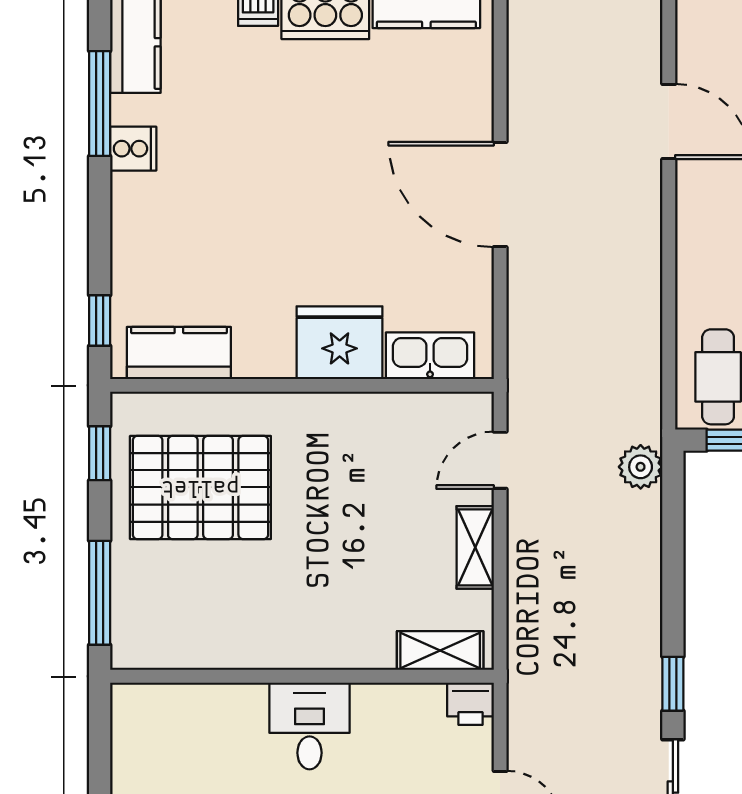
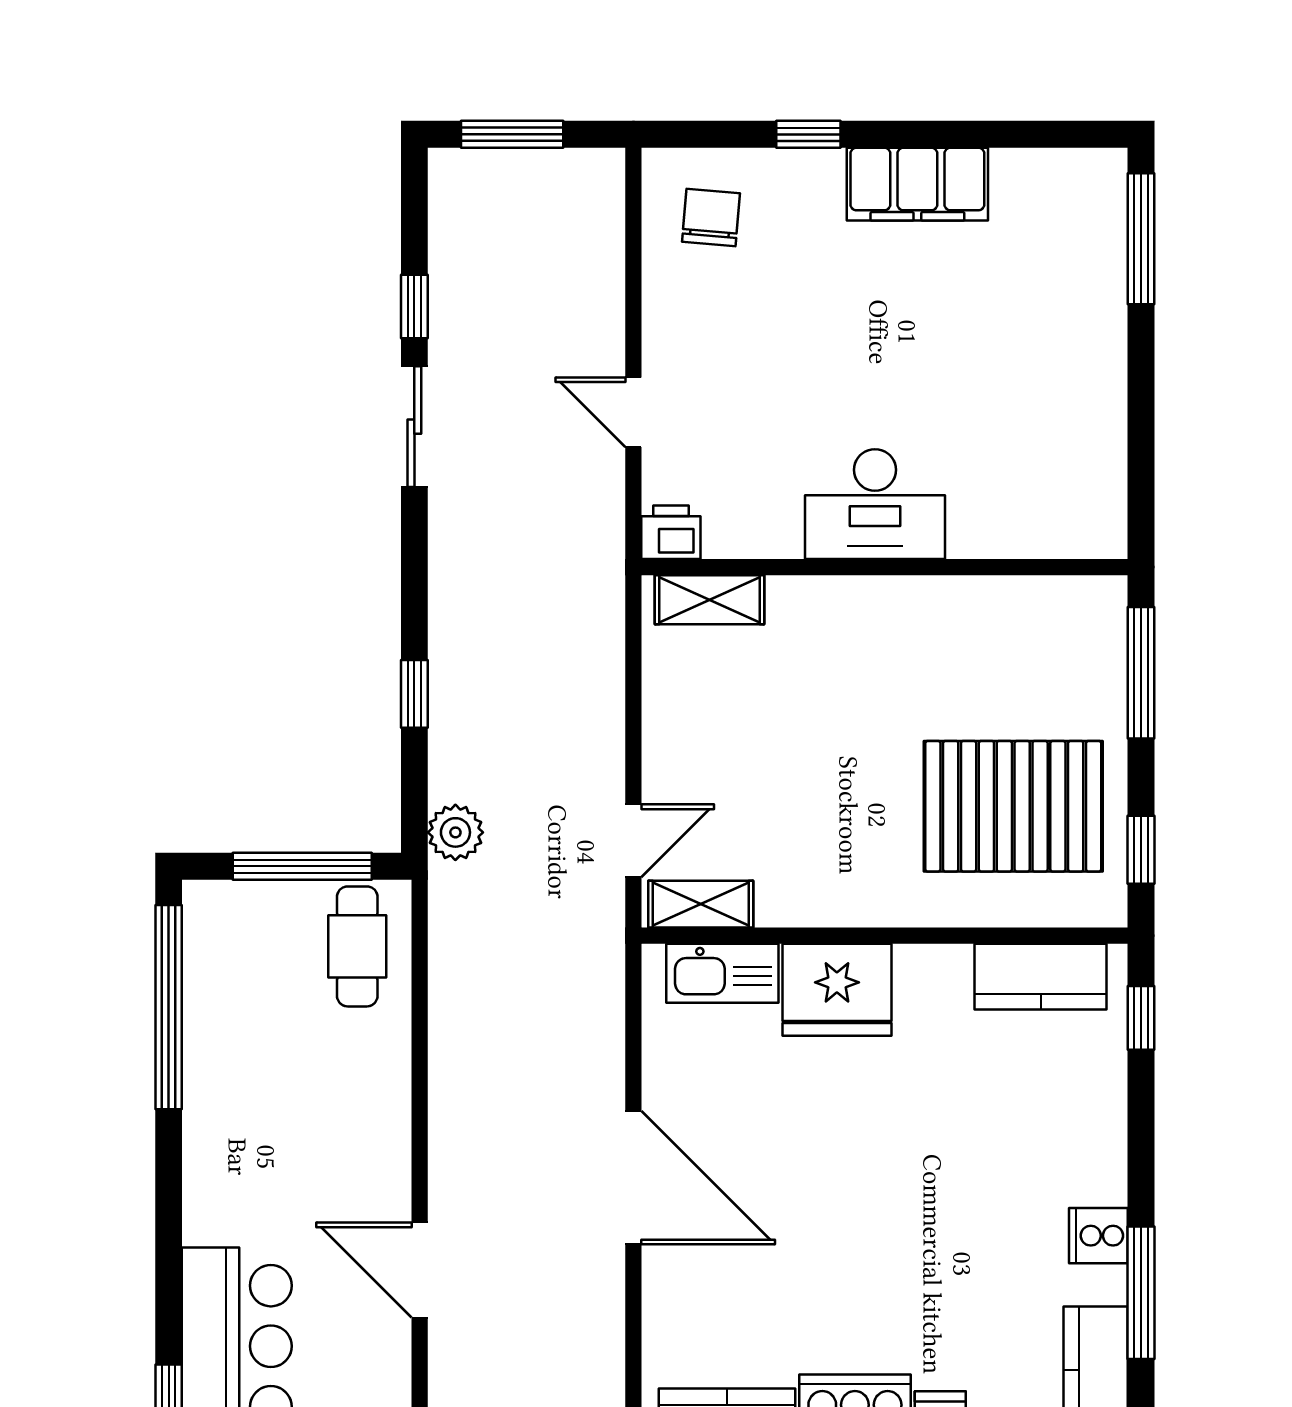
shelving: (475, 547) -> (701, 904), moved, turned 90
window: (673, 684) -> (414, 694), moved
desk: (310, 726) -> (875, 504), width x1.37

